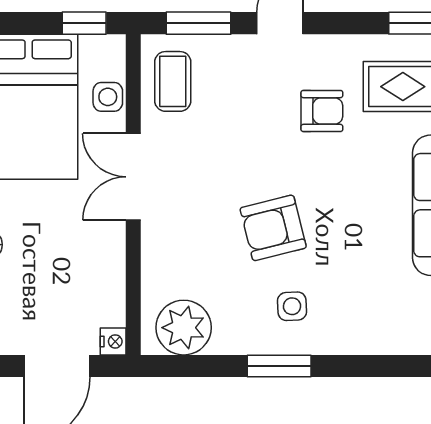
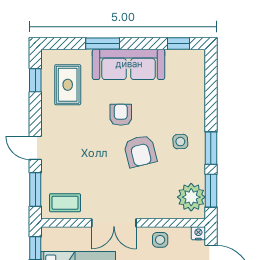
side table: (108, 97) -> (160, 240), moved
armchair: (322, 111) -> (121, 115), moved
window: (196, 366) -> (211, 191), added

